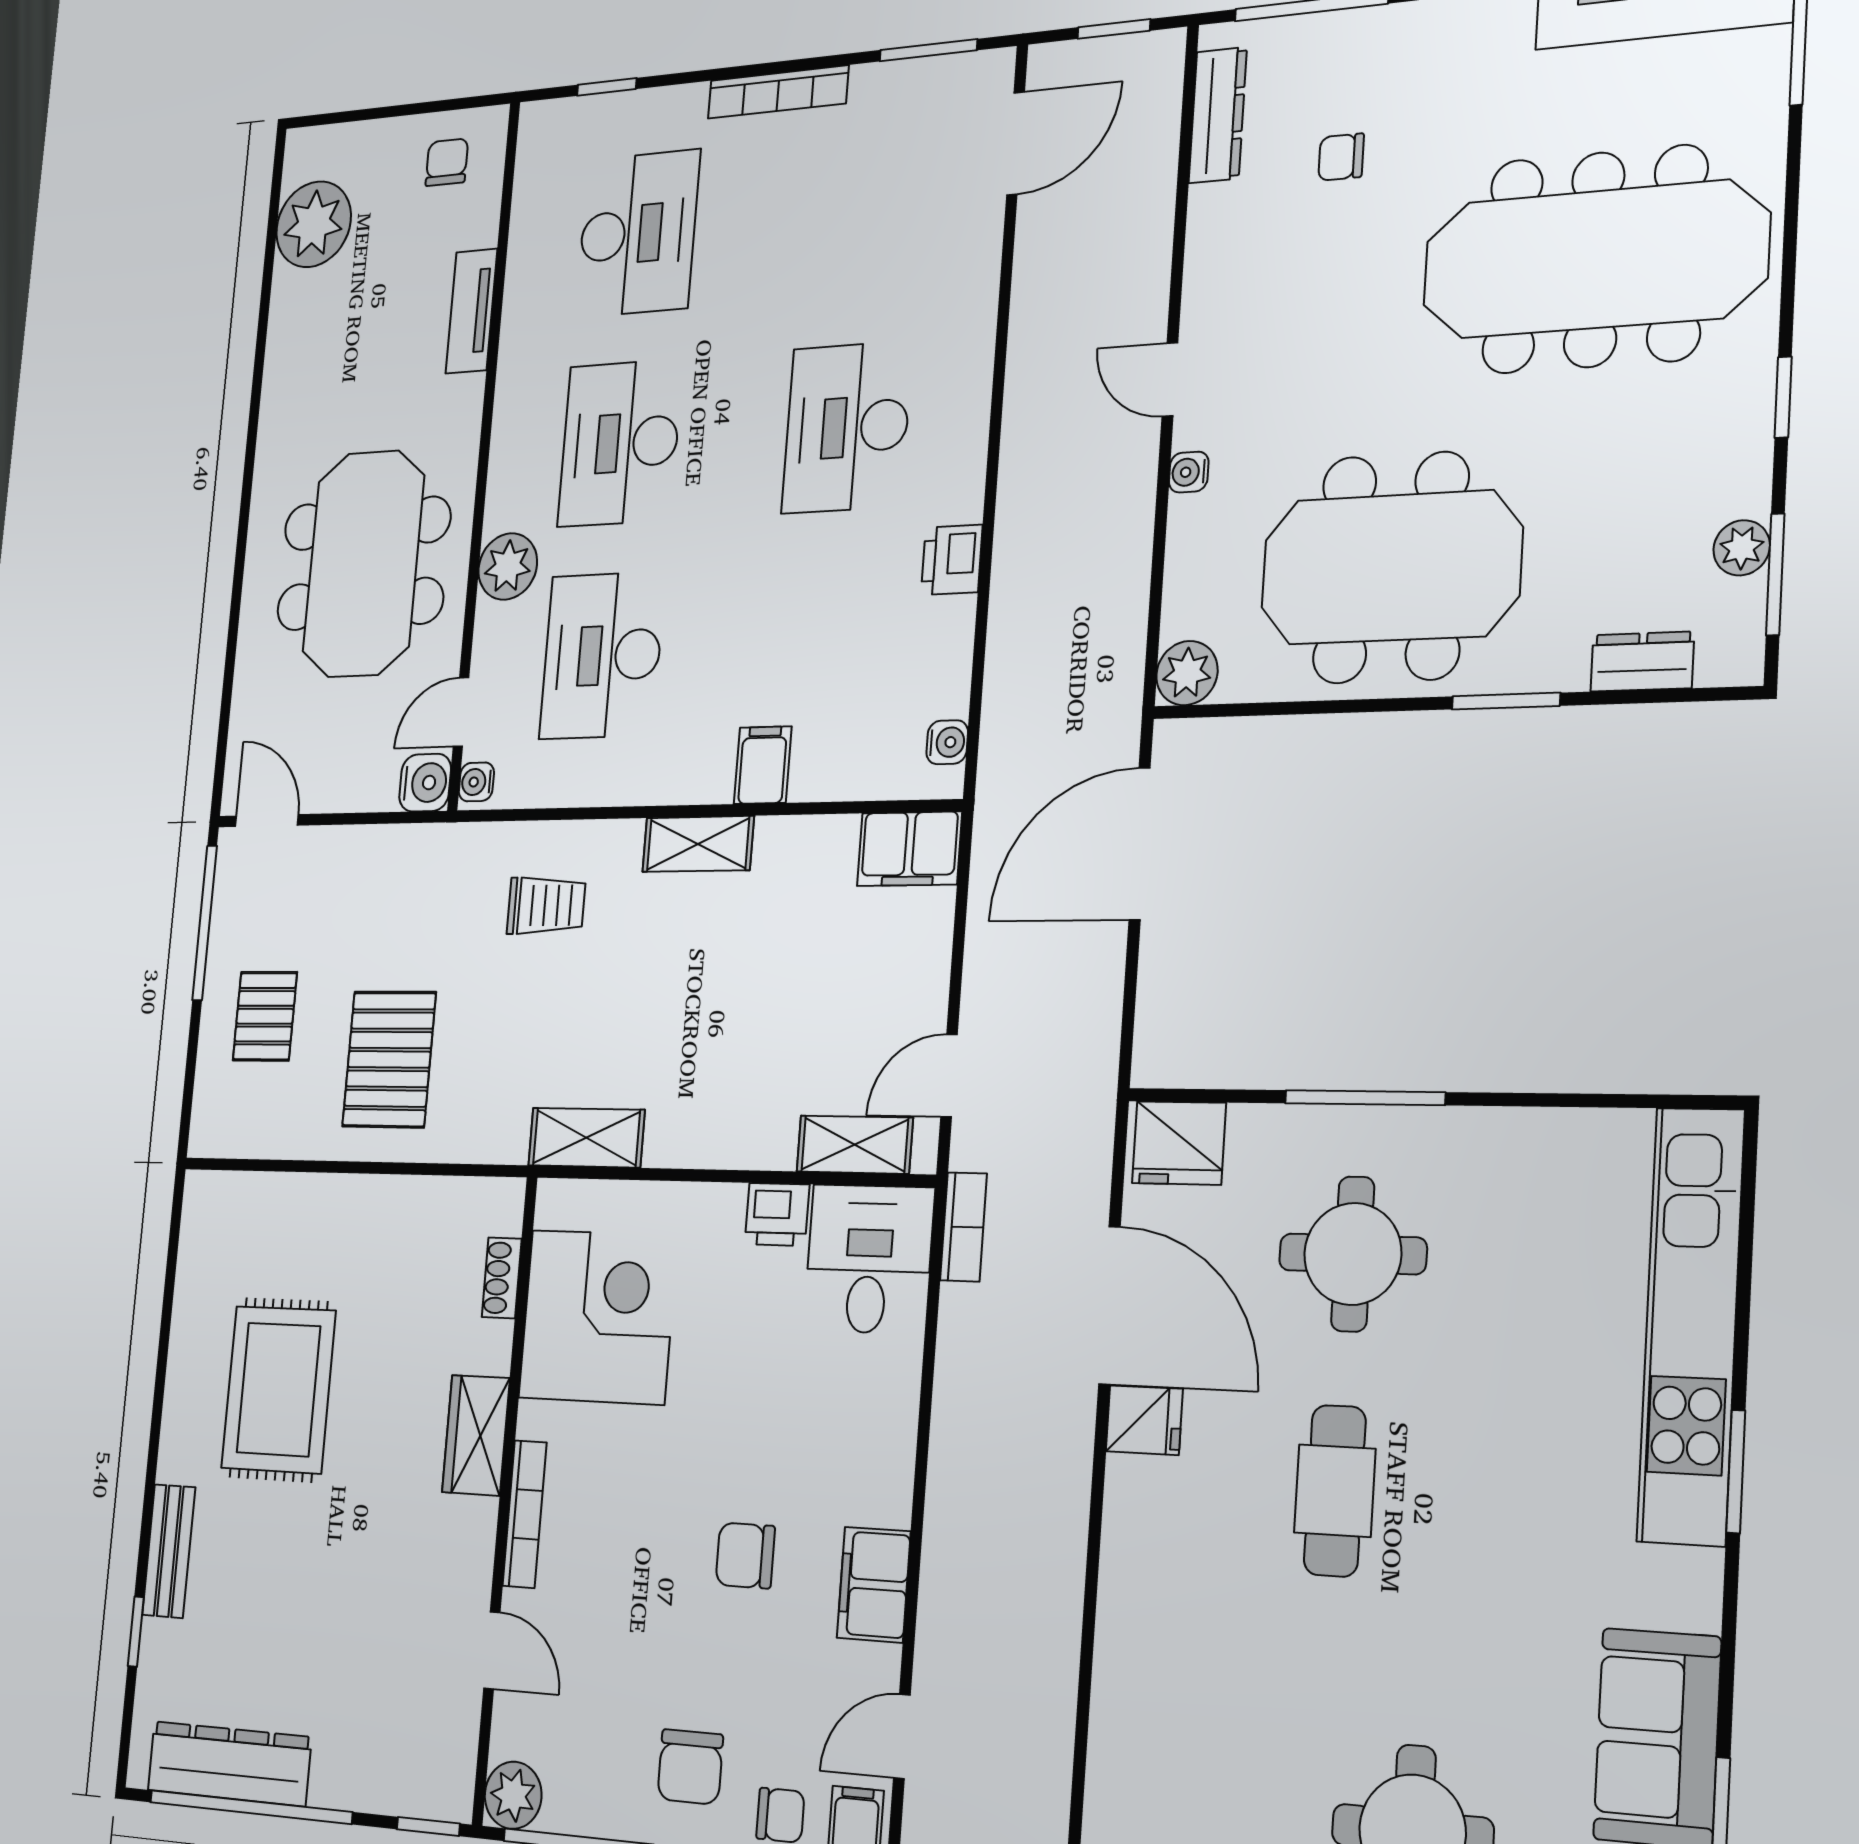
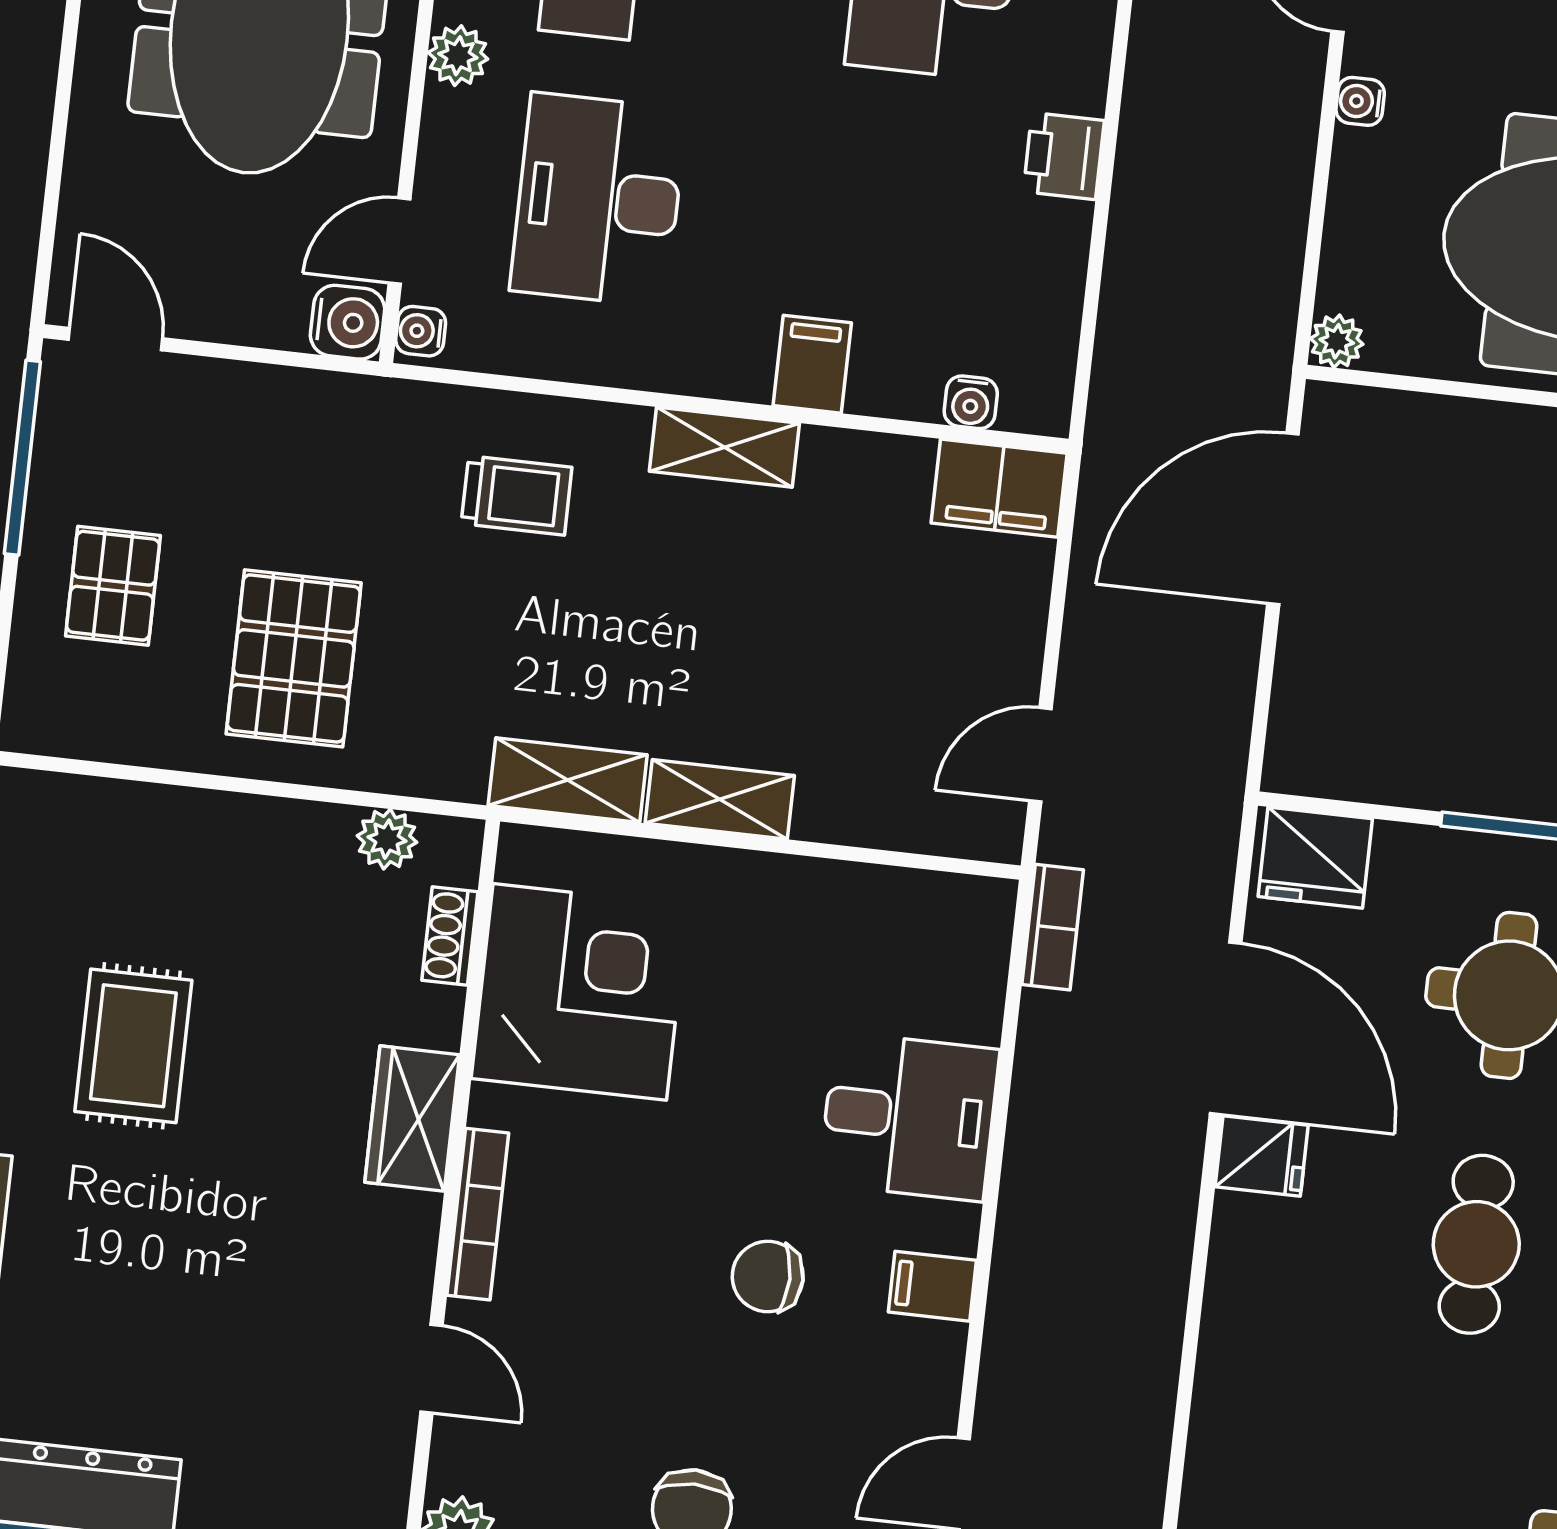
plant: (508, 566) -> (458, 56), width x0.73, depth x0.73
plant: (1187, 673) -> (1337, 341), width x0.73, depth x0.73
water cooler: (947, 742) -> (971, 402), moved, turned 90
shelving: (855, 1145) -> (720, 799), moved
plant: (456, 1201) -> (387, 839), added
printer: (777, 1214) -> (818, 893), removed
desk: (869, 1259) -> (909, 1117), moved, turned 90
rug: (279, 1389) -> (133, 1046), width x0.73, depth x0.70
filing cabinet: (874, 1585) -> (932, 1286), width x0.50

